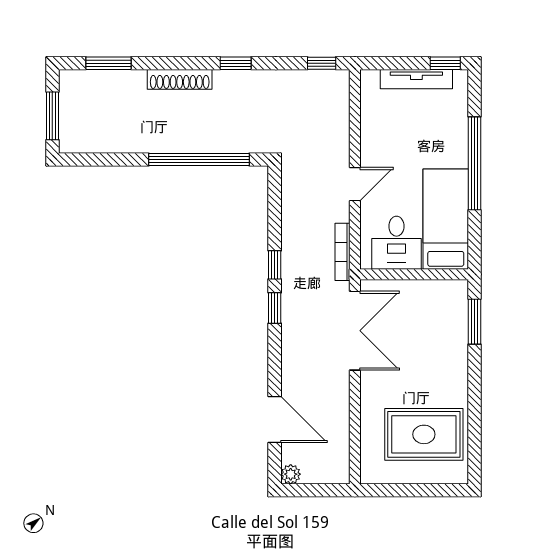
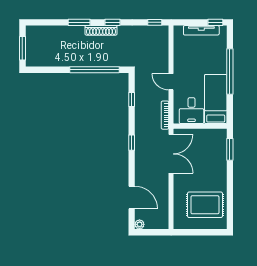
window: (109, 63) -> (79, 22), moved
shoe rack: (180, 79) -> (101, 30), moved
door: (355, 184) -> (171, 82), swing flipped
window: (275, 265) -> (132, 100), moved

